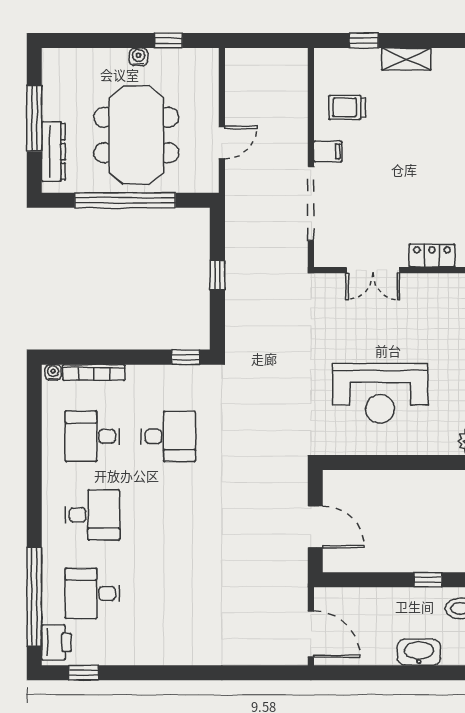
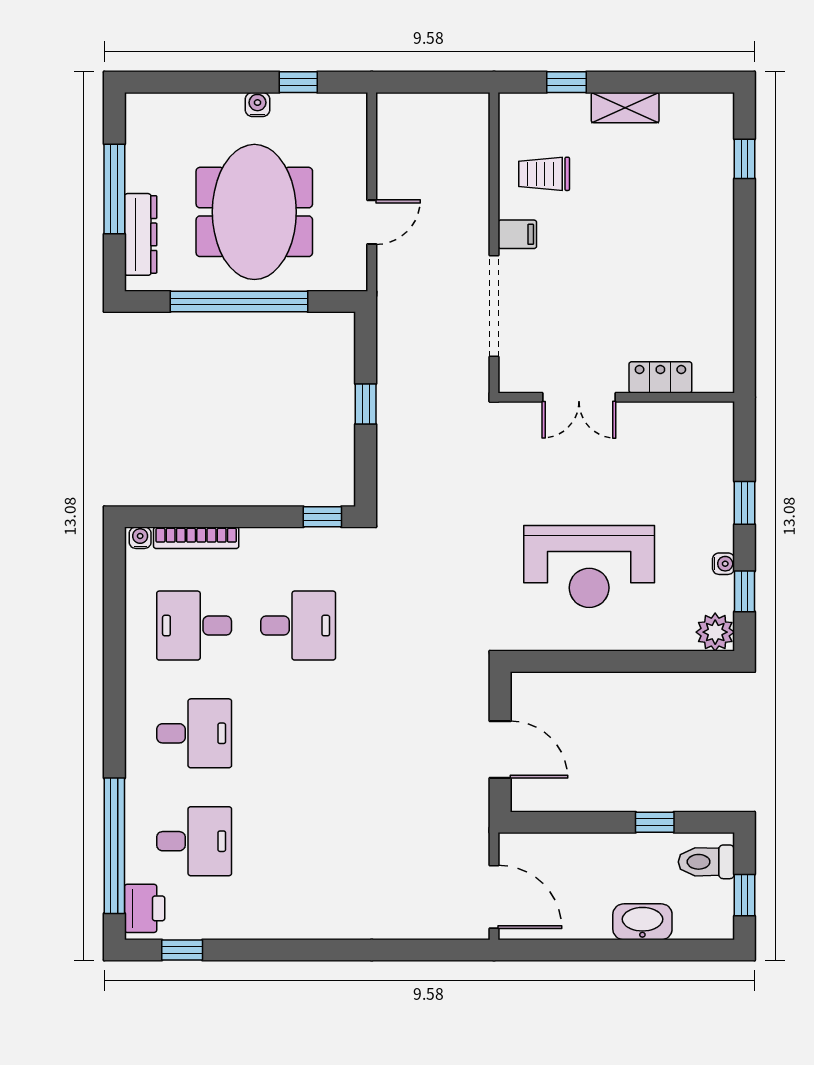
desk: (92, 593) -> (194, 841), turned 180

